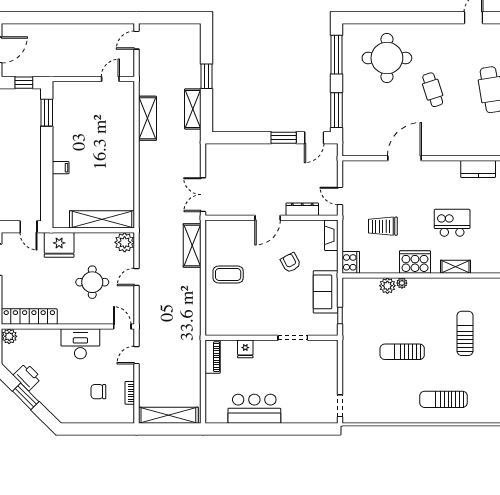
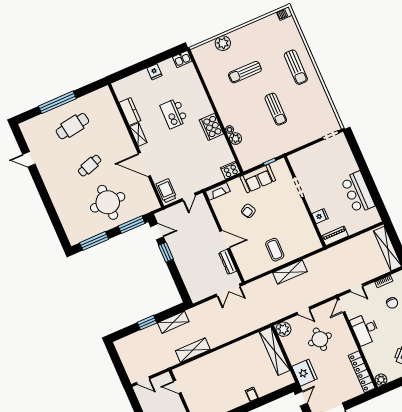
round table: (387, 58) -> (108, 202), moved
dresser: (302, 209) -> (228, 262), moved
trolley: (383, 226) -> (166, 191), moved, turned 180
shelving: (192, 245) -> (290, 272), moved
shelving: (455, 267) -> (138, 135), moved

